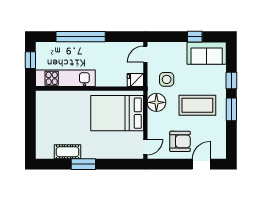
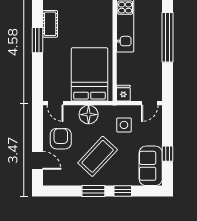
door: (145, 54) -> (150, 103), swing flipped
floor lamp: (156, 102) -> (89, 115), moved
coffee table: (197, 105) -> (98, 156), turned 43
armchair: (180, 141) -> (61, 139), turned 180

